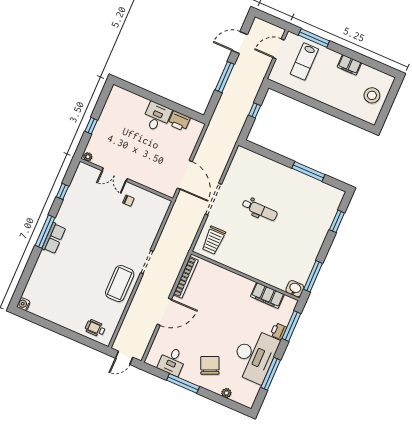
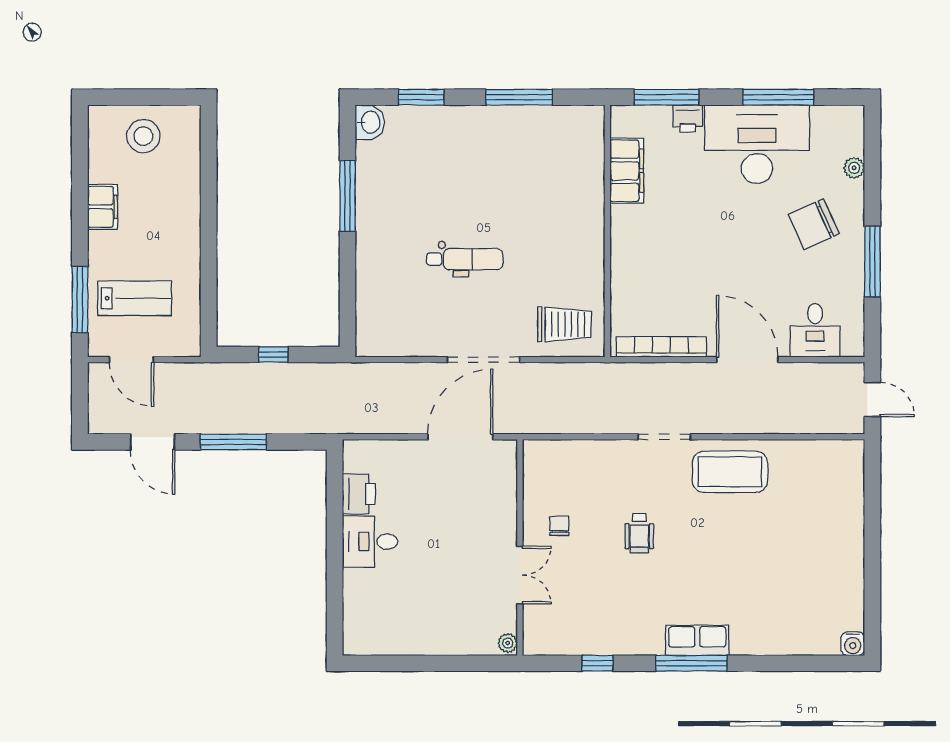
window: (91, 126) -> (443, 663), removed
dental chair: (260, 210) -> (465, 259), turned 90
window: (313, 276) -> (519, 97), moved
washbasin: (295, 289) -> (370, 122), moved, turned 180
wheelchair: (95, 328) -> (639, 533), moved
desk: (172, 361) -> (815, 330), moved, turned 90

